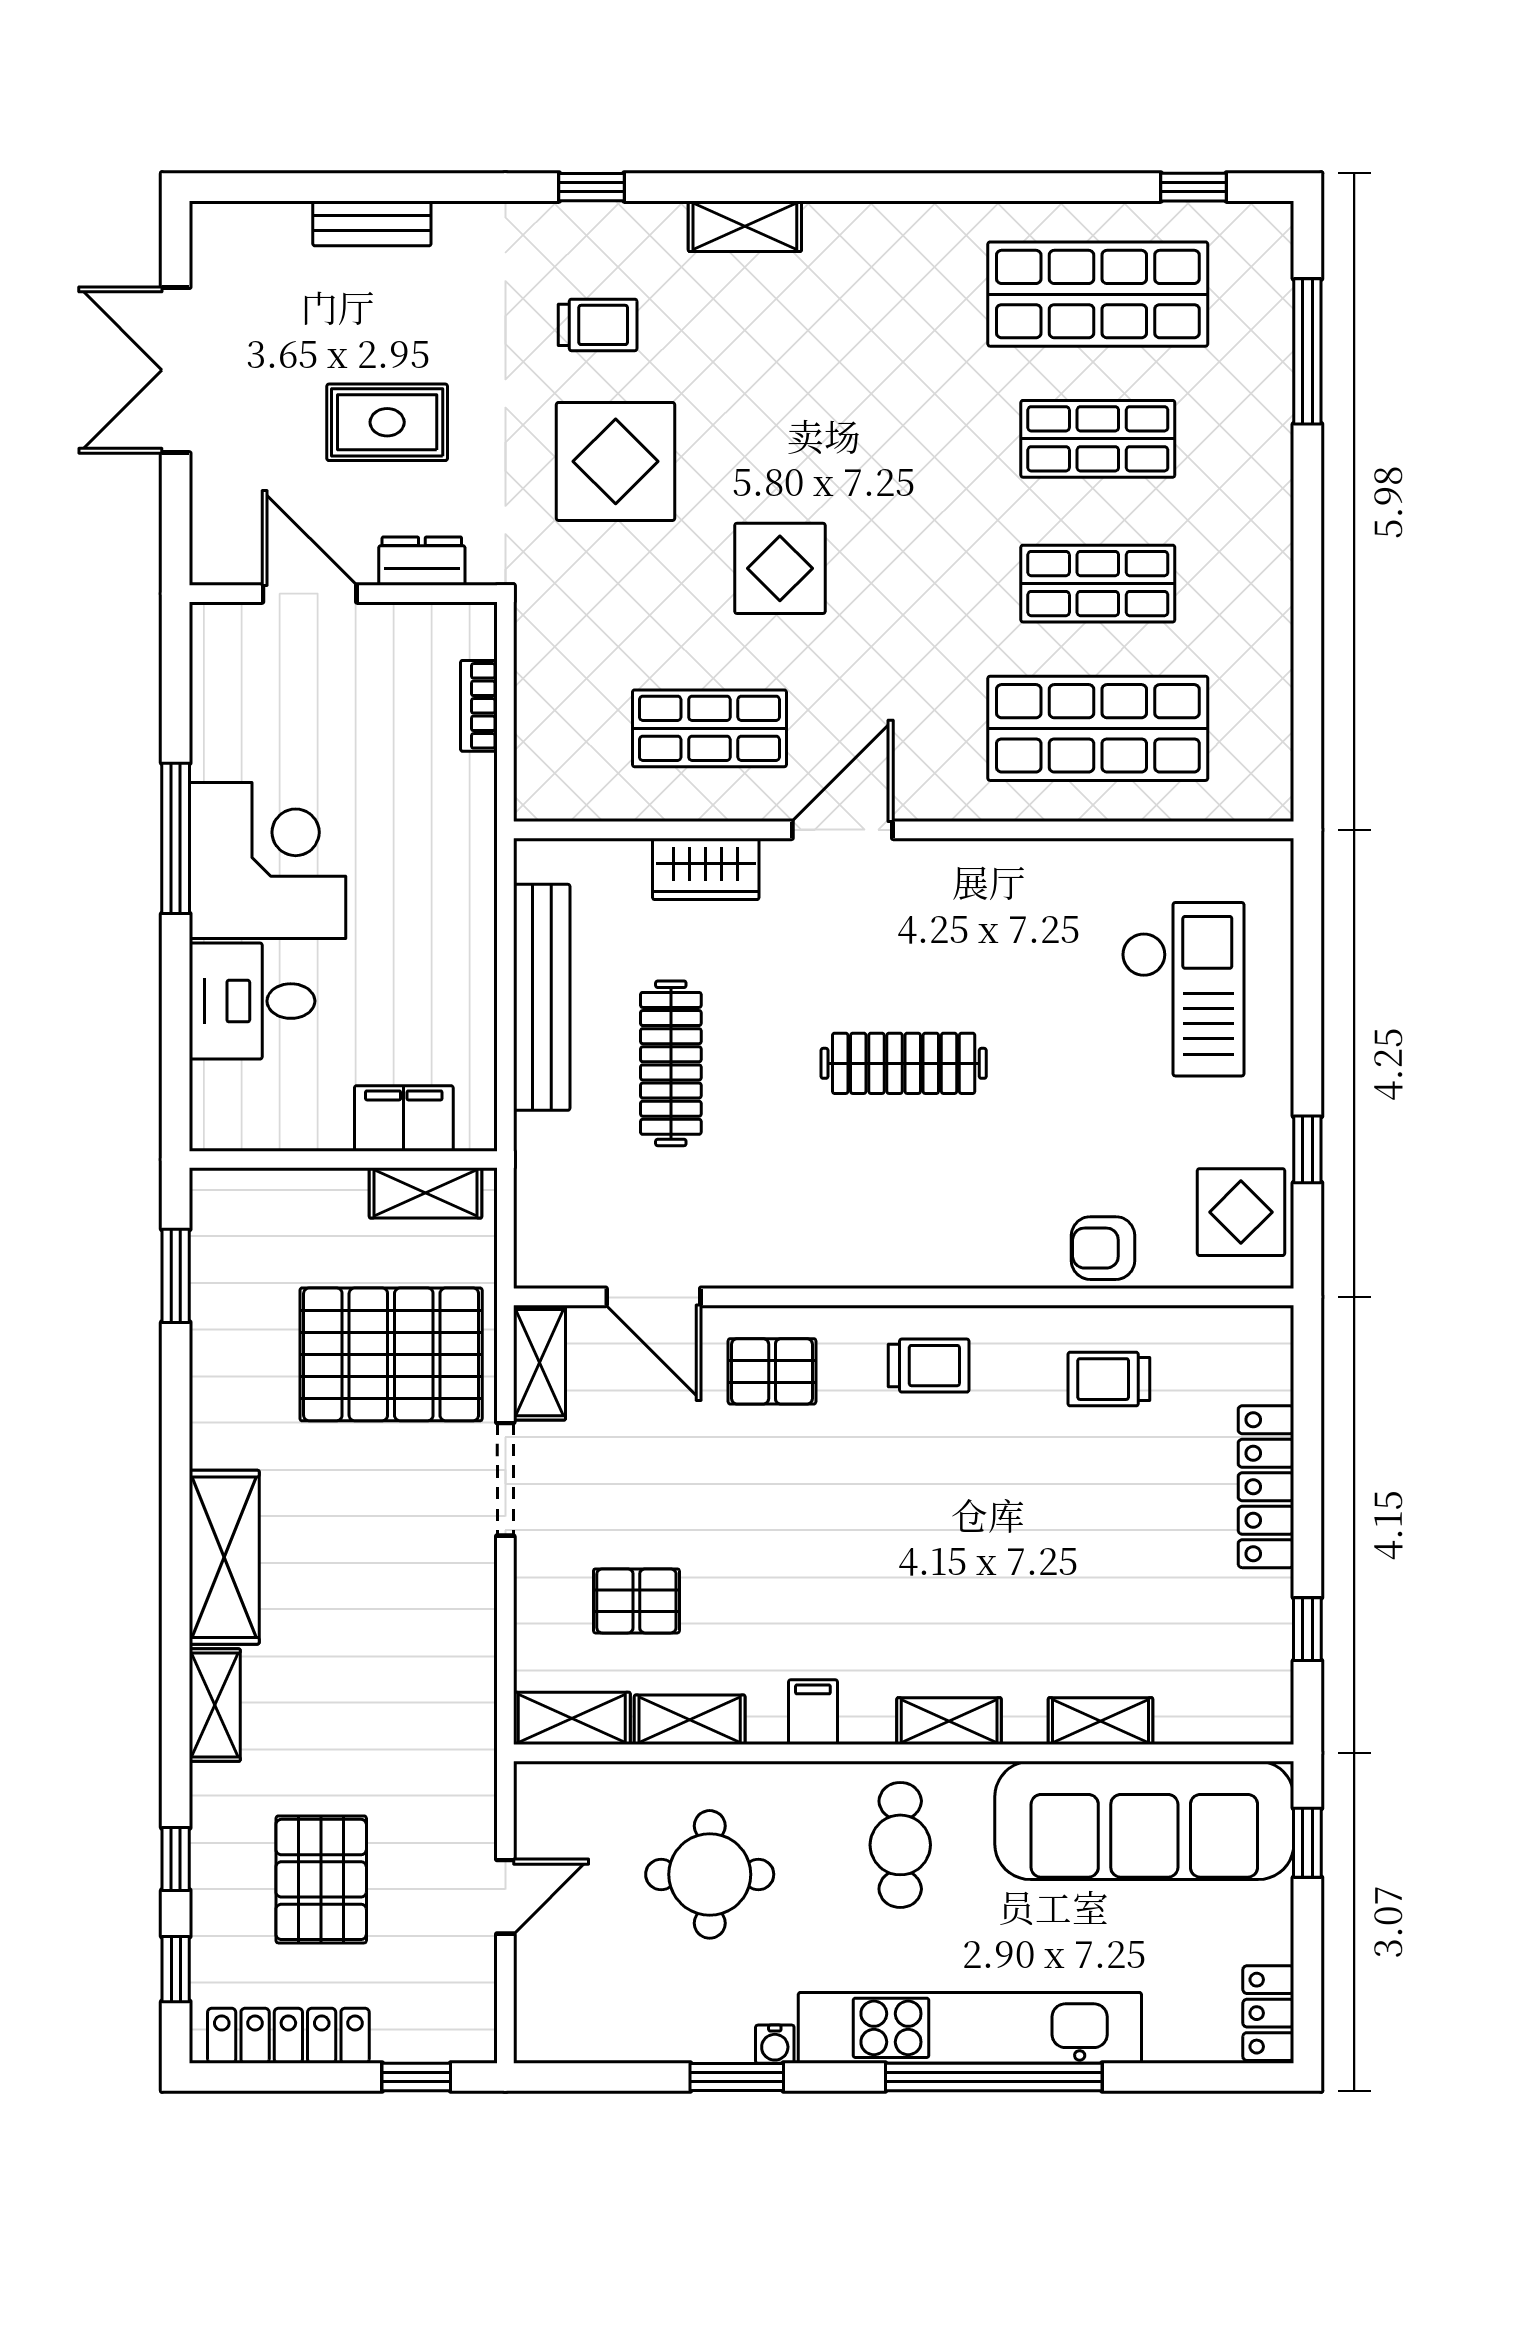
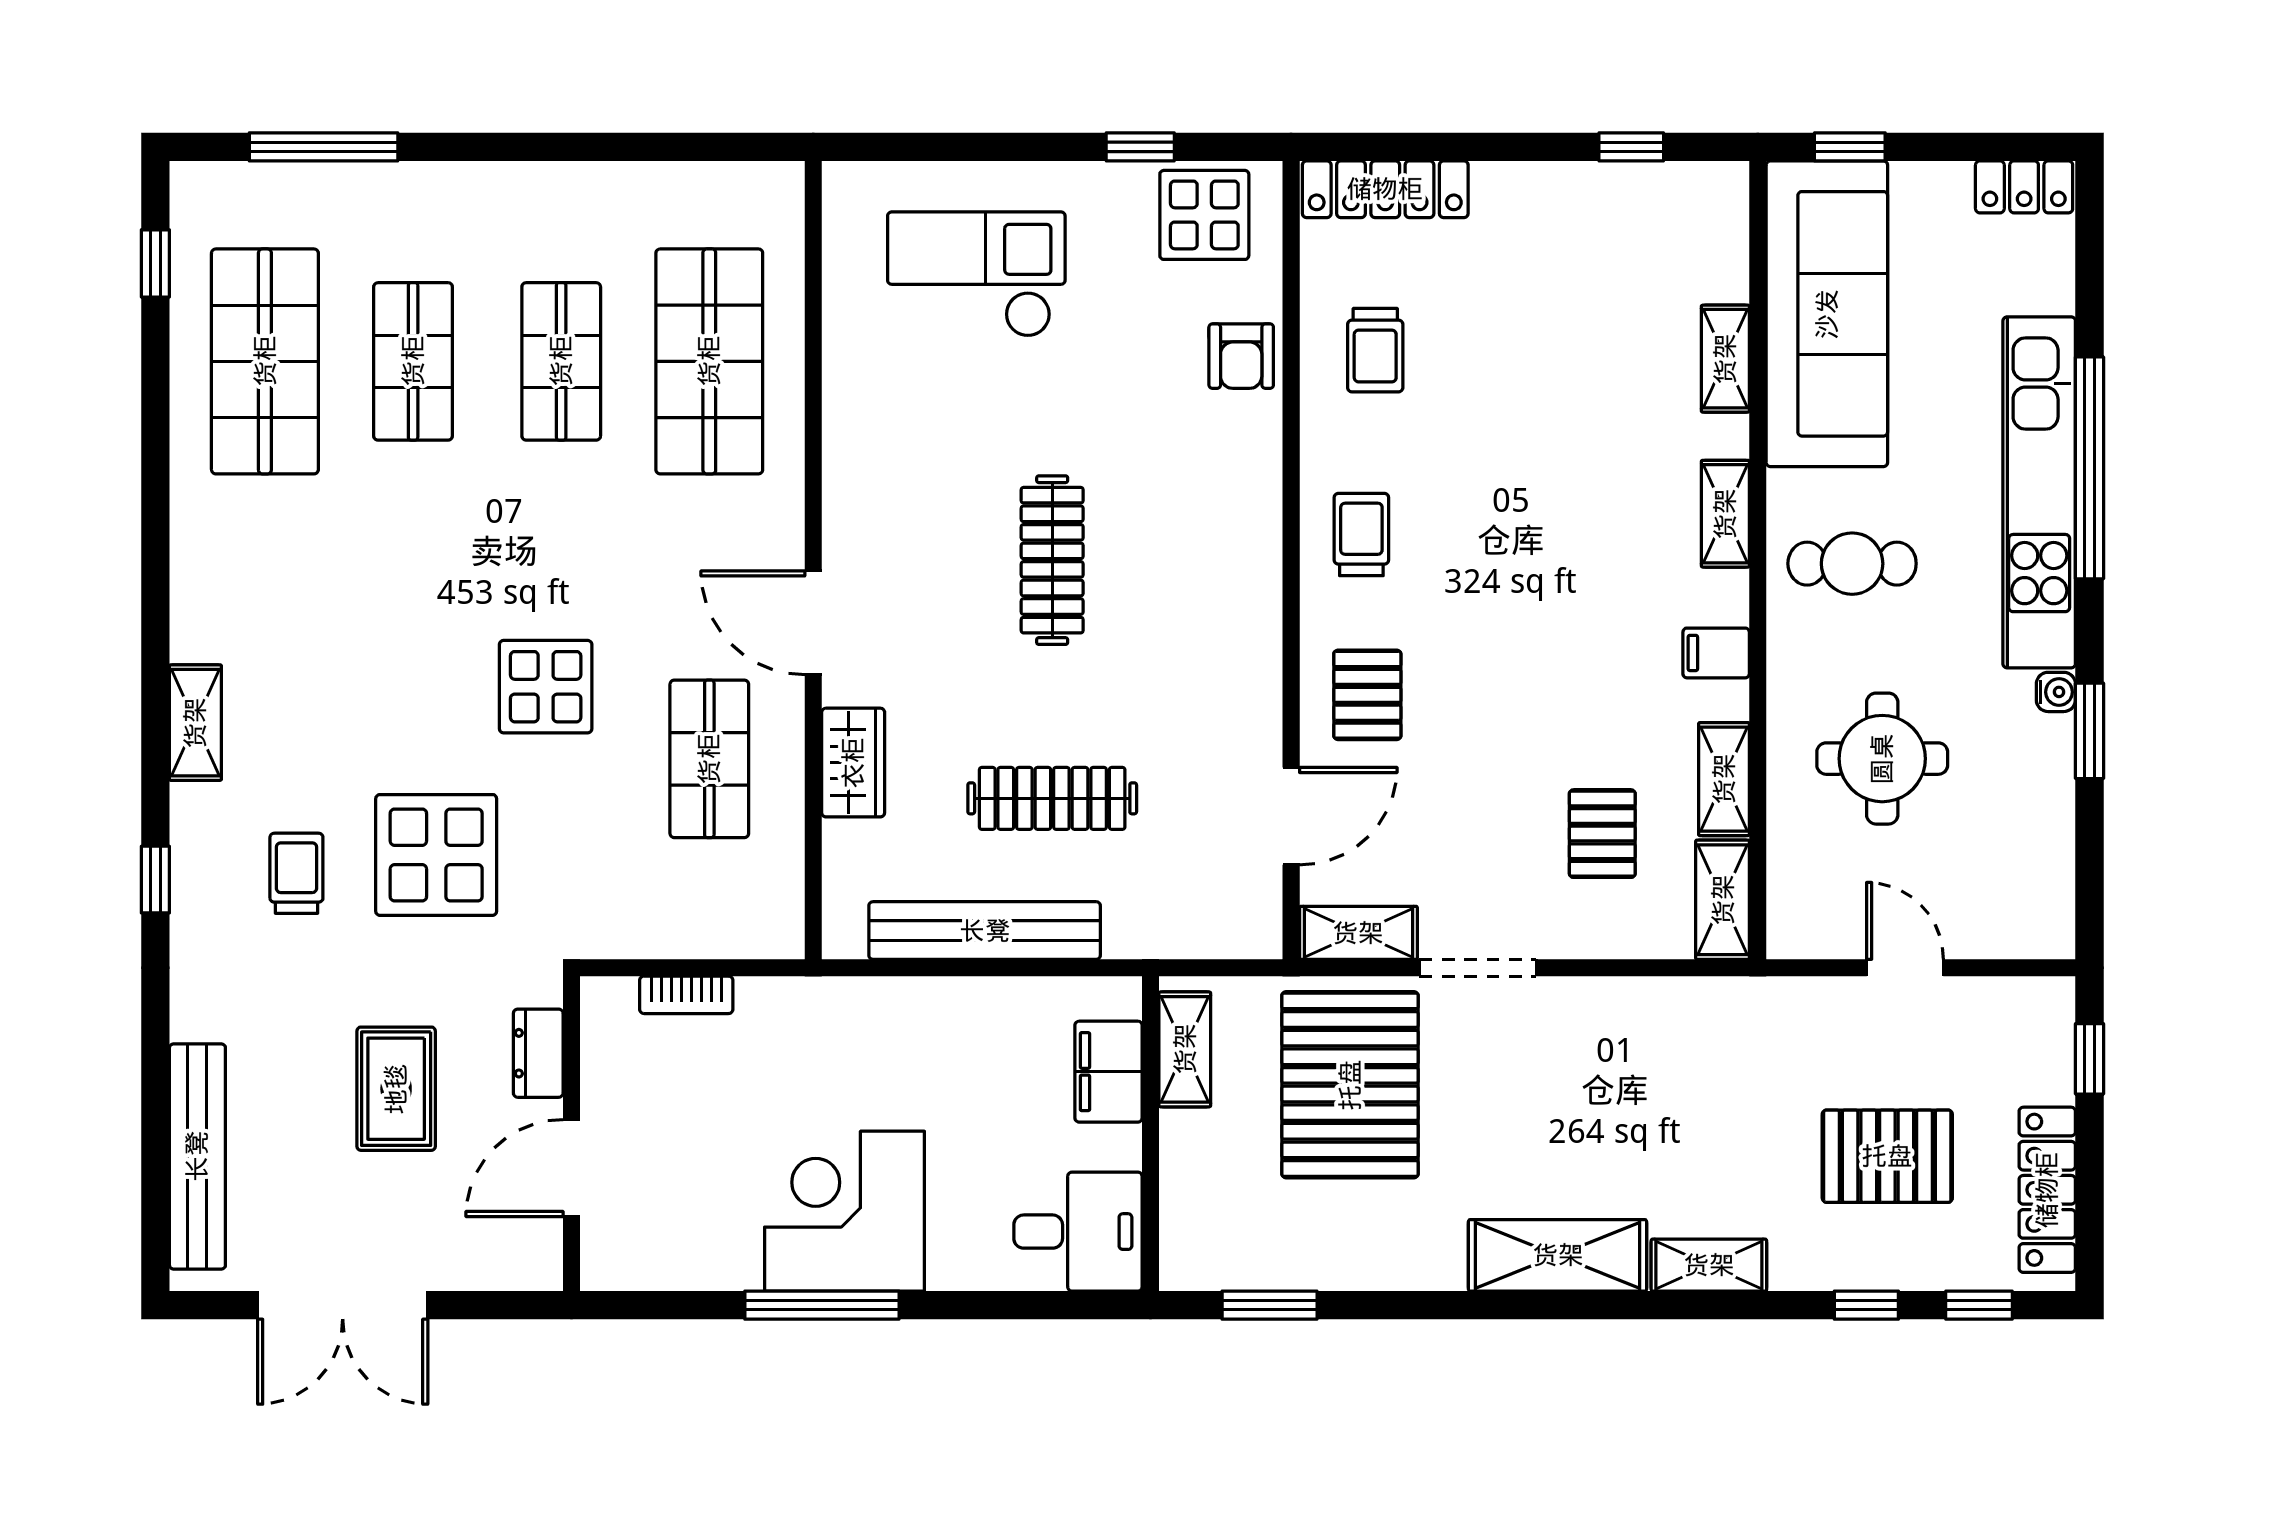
bench: (372, 223) -> (197, 1156), width x1.86, depth x1.21
desk: (252, 1001) -> (1078, 1232), moved, turned -90
locker: (1266, 1487) -> (1385, 189), moved

